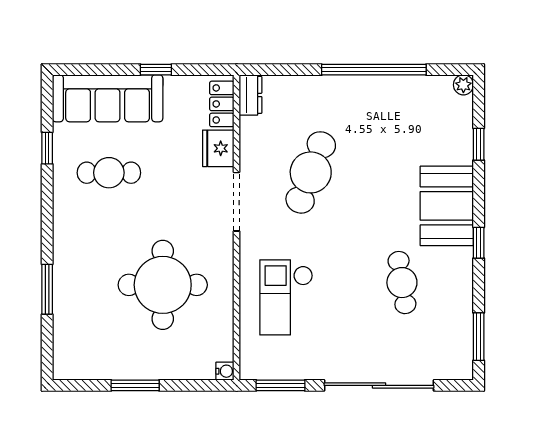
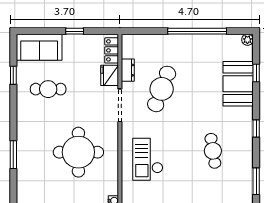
dresser: (250, 95) -> (128, 70), moved
sofa: (108, 98) -> (39, 47), width x0.73
booth: (447, 206) -> (238, 84), moved

